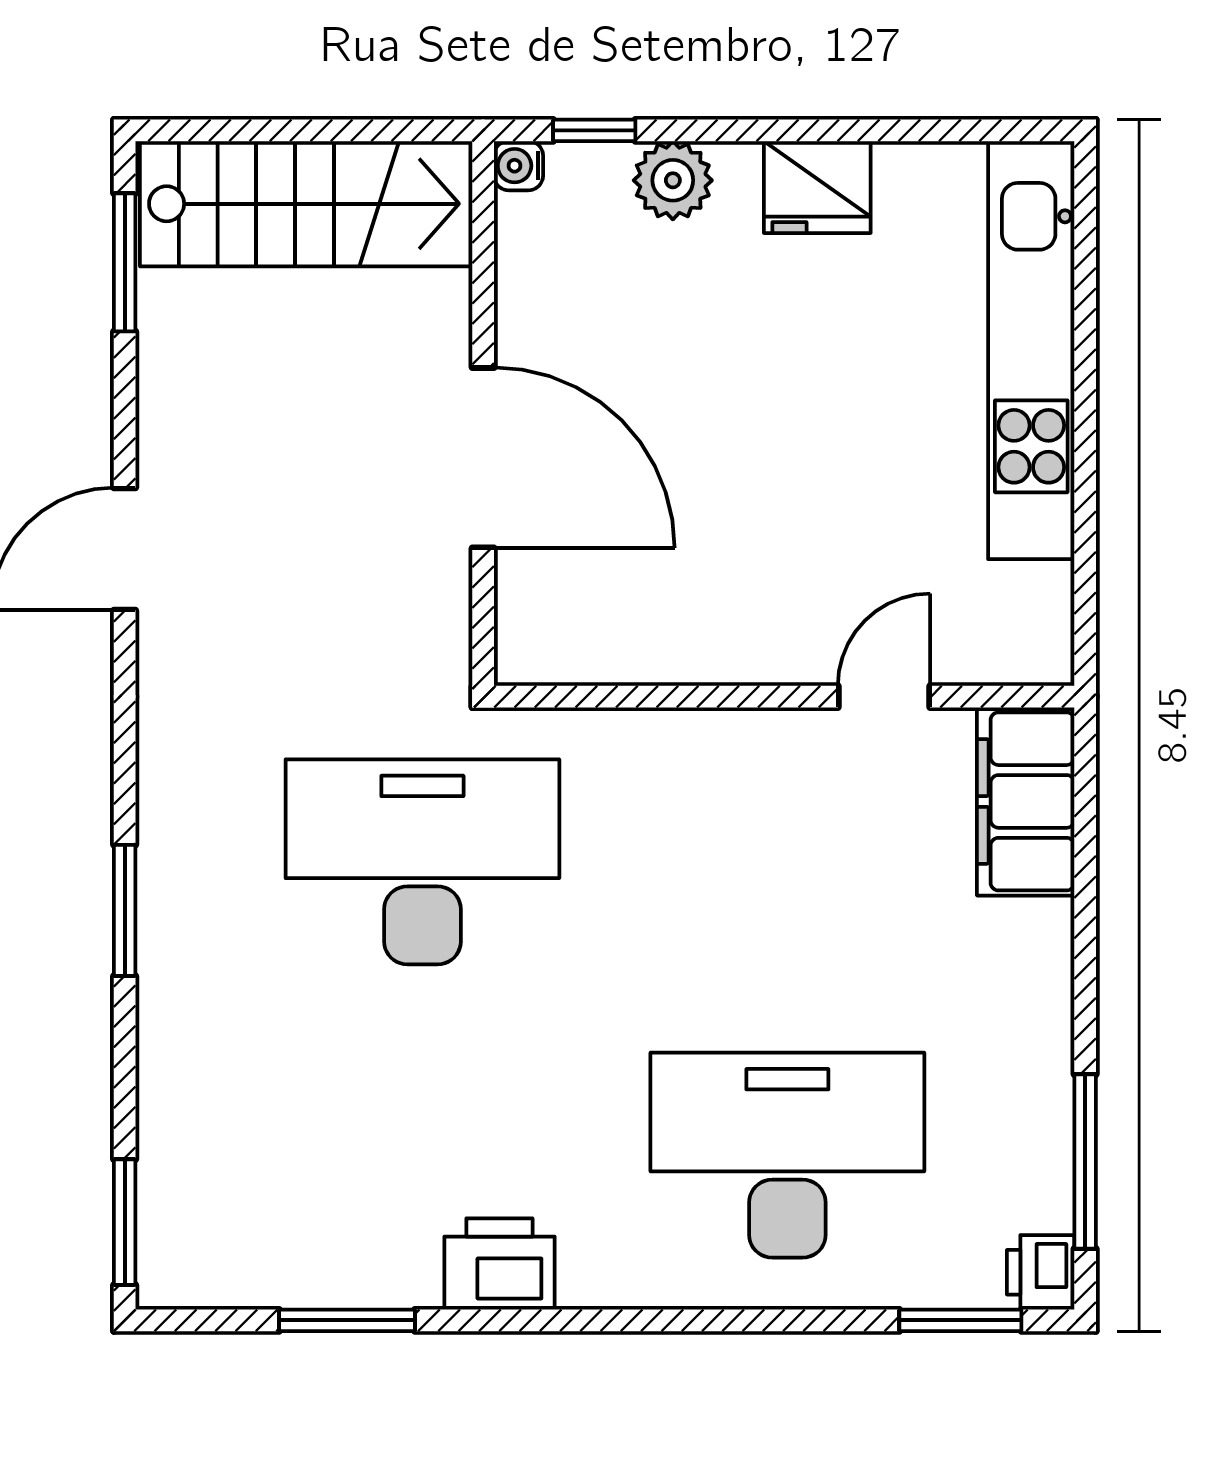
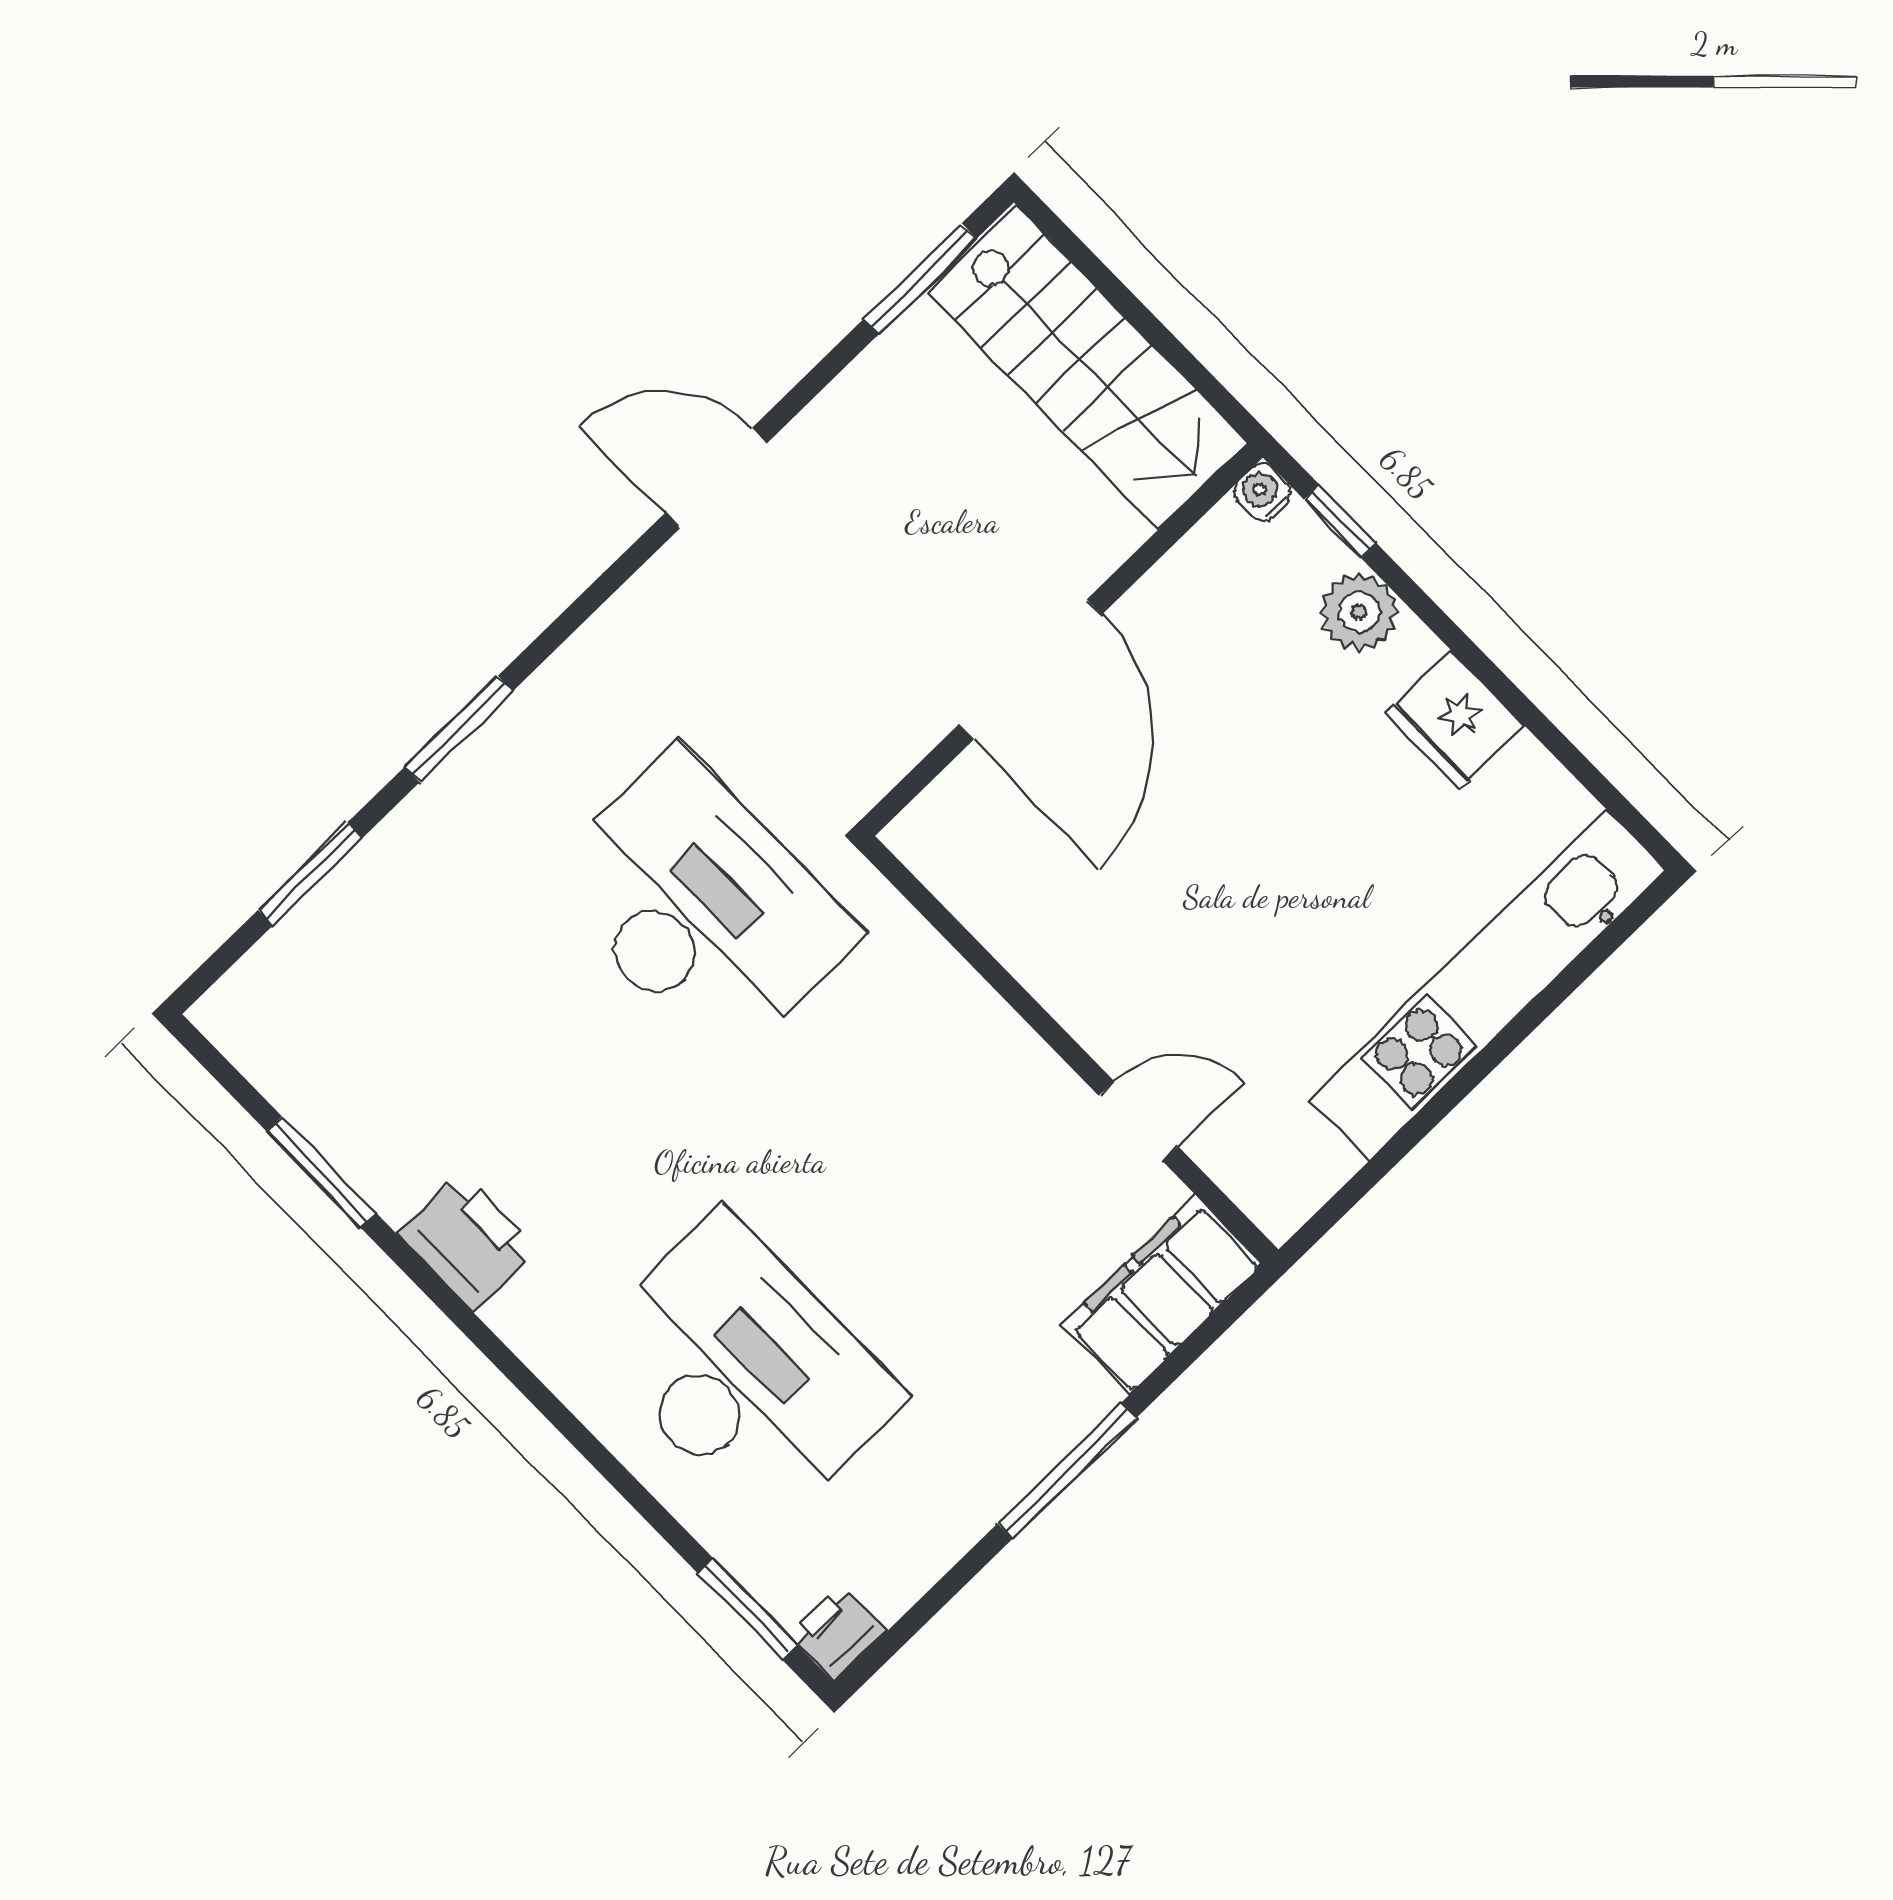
window: (1085, 1161) -> (1067, 1471), moved
window: (125, 1222) -> (310, 874), moved

